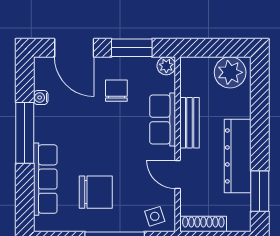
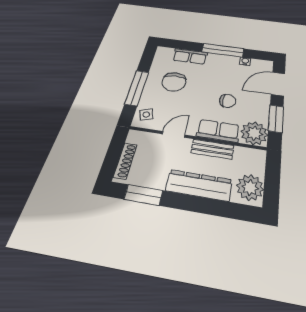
plant: (166, 66) -> (254, 133), width x1.88, depth x1.88
chair: (116, 91) -> (228, 101), moved
dresser: (238, 156) -> (199, 185), moved
row of seats: (45, 179) -> (190, 56), width x0.68
shoe rack: (203, 224) -> (125, 161), moved

